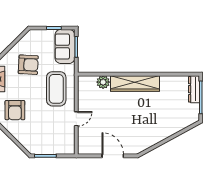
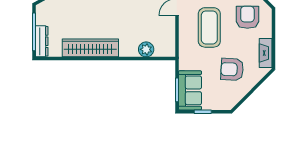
wardrobe: (135, 83) -> (90, 48), moved
coffee table: (56, 89) -> (209, 27), moved

